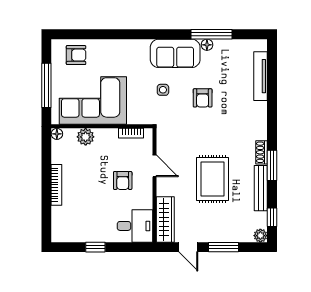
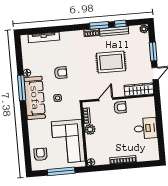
window: (212, 34) -> (22, 88), moved
sofa: (175, 53) -> (35, 98), width x1.36
plant: (86, 137) -> (90, 129), moved
armchair: (123, 180) -> (120, 107), moved
window: (272, 217) -> (120, 24), moved
desk: (135, 226) -> (146, 128), moved, turned 90
window: (95, 247) -> (160, 132), removed

